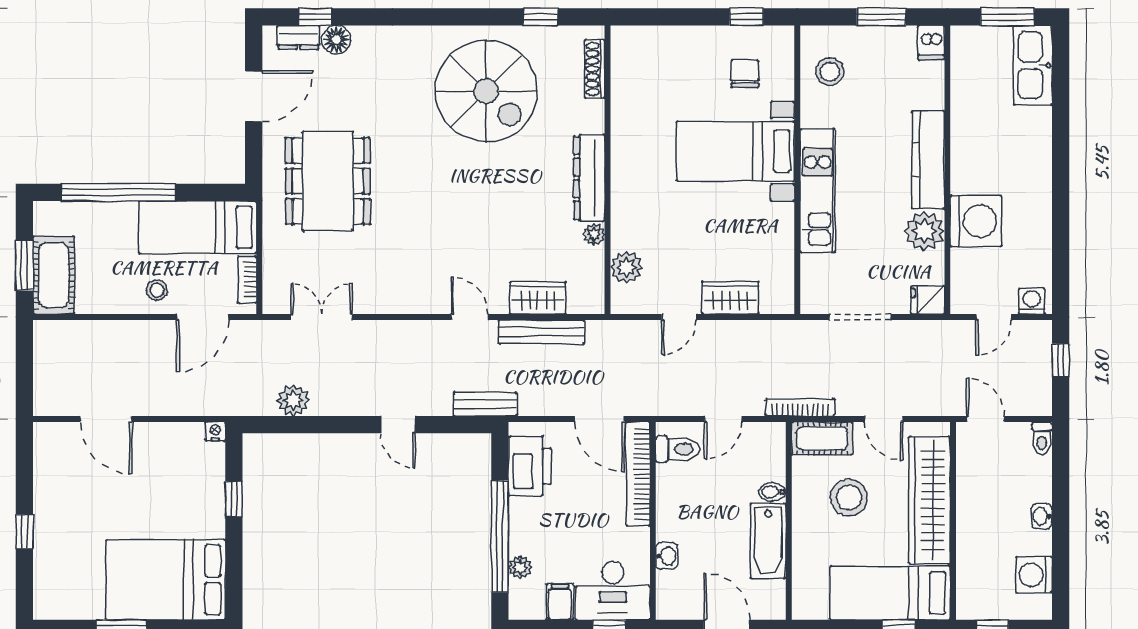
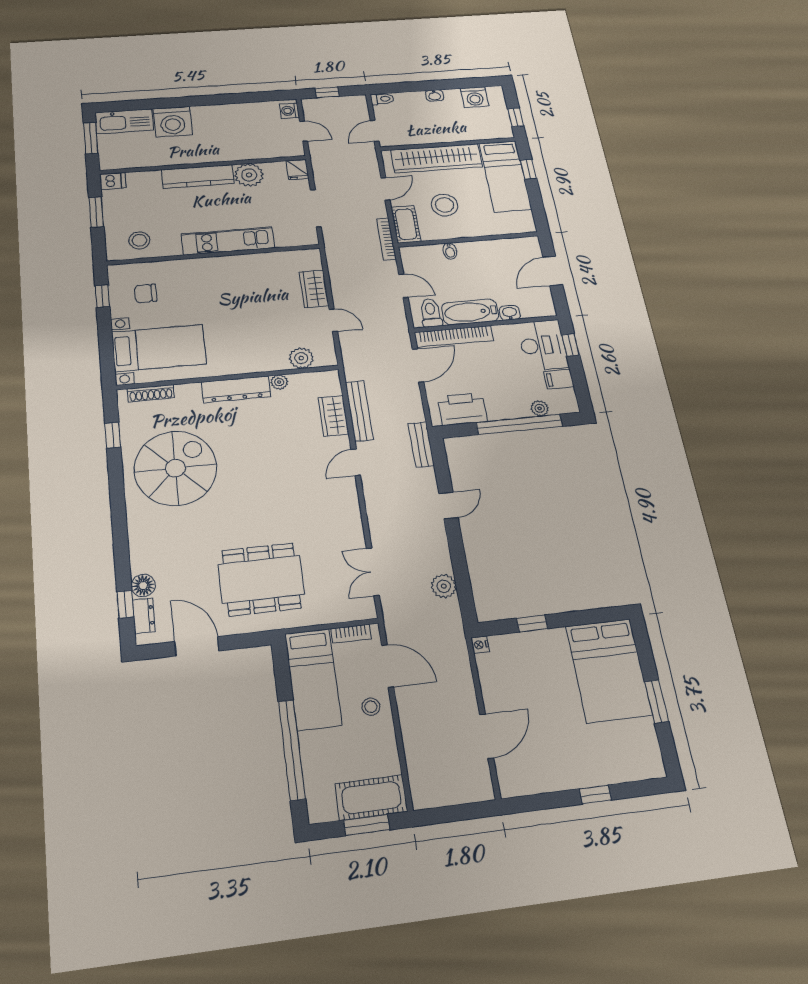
bed with nightstands: (735, 151) -> (159, 348), moved, turned -90
washing machine: (976, 221) -> (173, 122), moved, turned 180
bathtub: (768, 541) -> (470, 312), moved, turned 180

